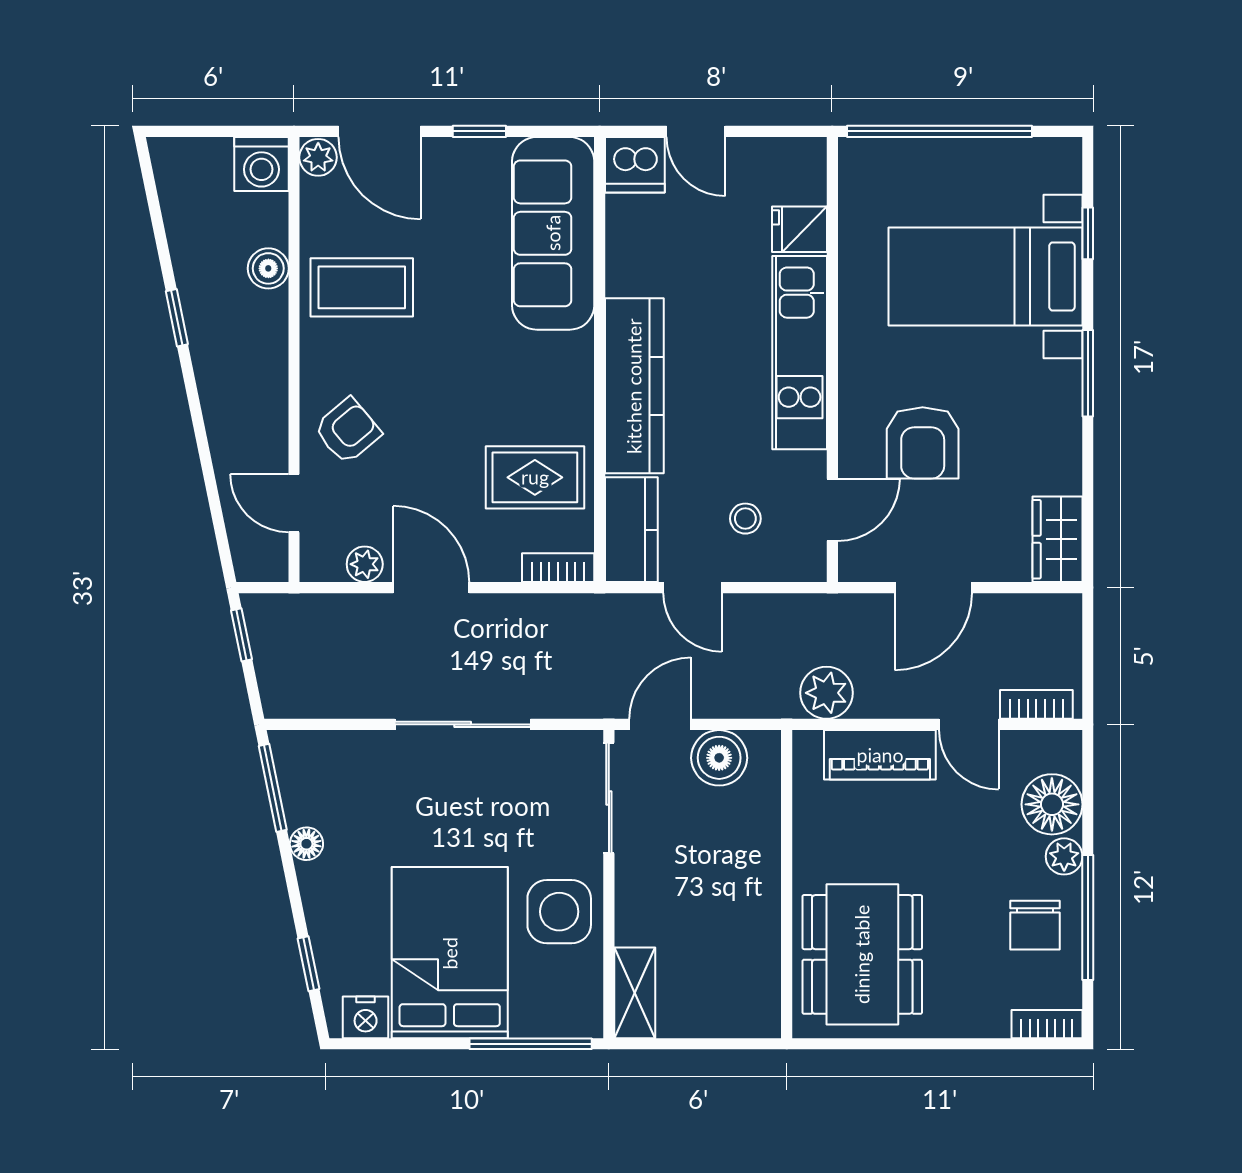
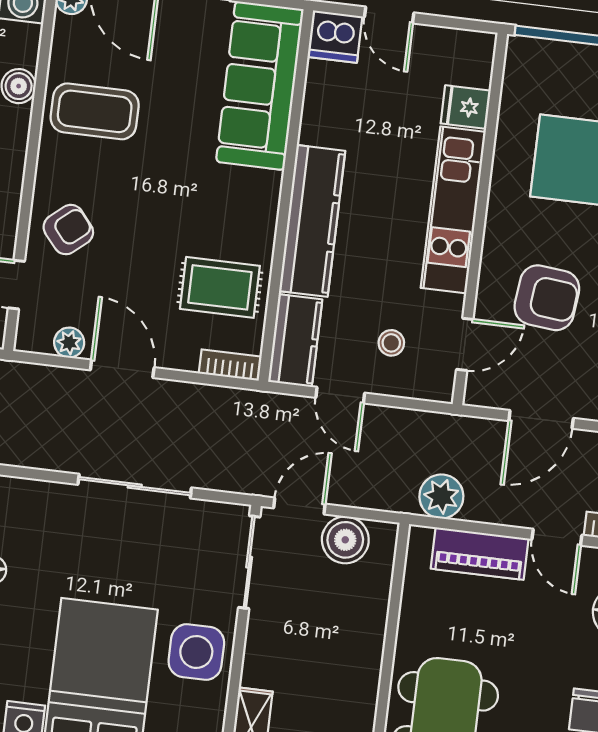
armchair: (923, 443) -> (547, 298), turned -84

